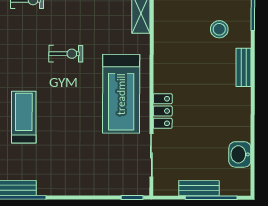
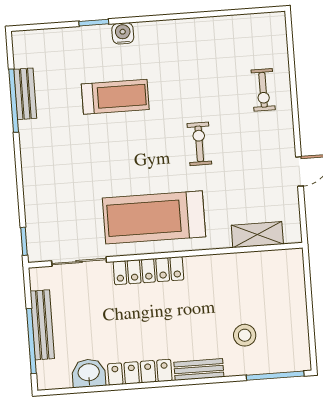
exercise bike: (66, 54) -> (199, 144), turned 180
locker: (163, 111) -> (148, 271), width x1.53
locker: (242, 114) -> (140, 372), added
bench: (199, 188) -> (42, 325), width x1.36

